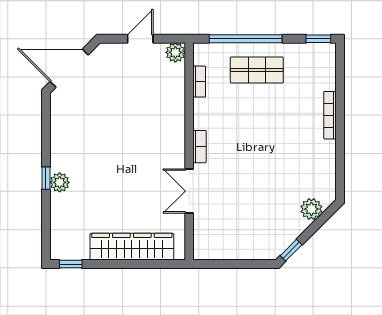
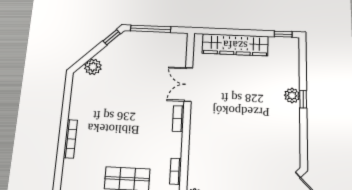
double door: (189, 191) -> (188, 84), swing flipped
window: (241, 264) -> (151, 29), added

